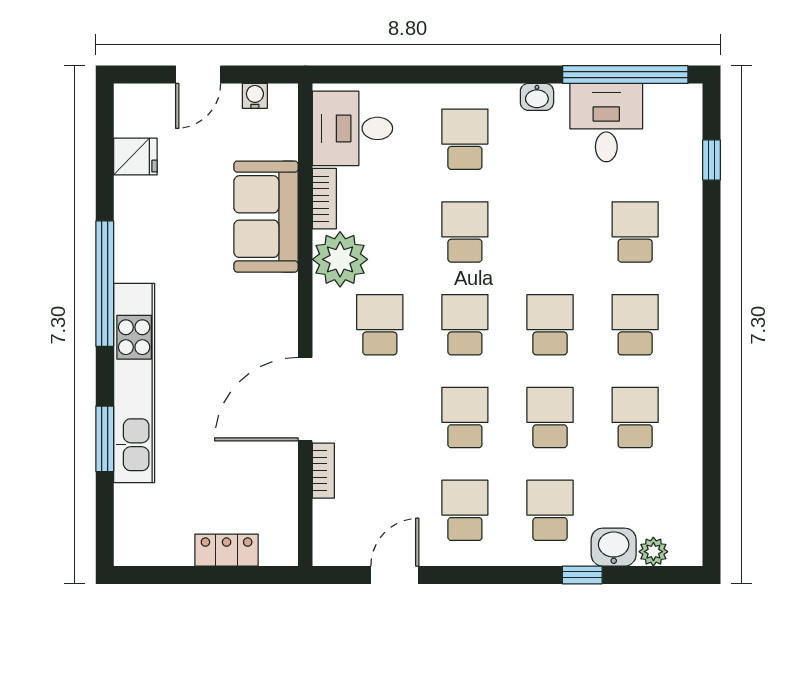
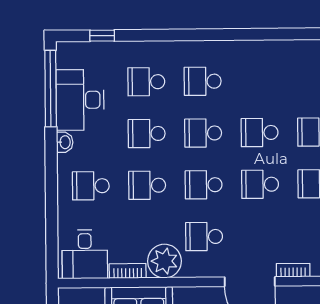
desk: (606, 123) -> (80, 100), width x1.37
school desk: (635, 418) -> (147, 134), moved

